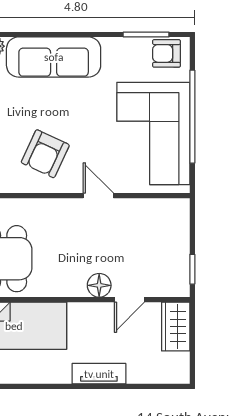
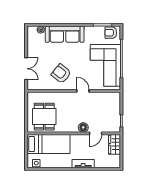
armchair: (45, 154) -> (61, 74), turned 104

